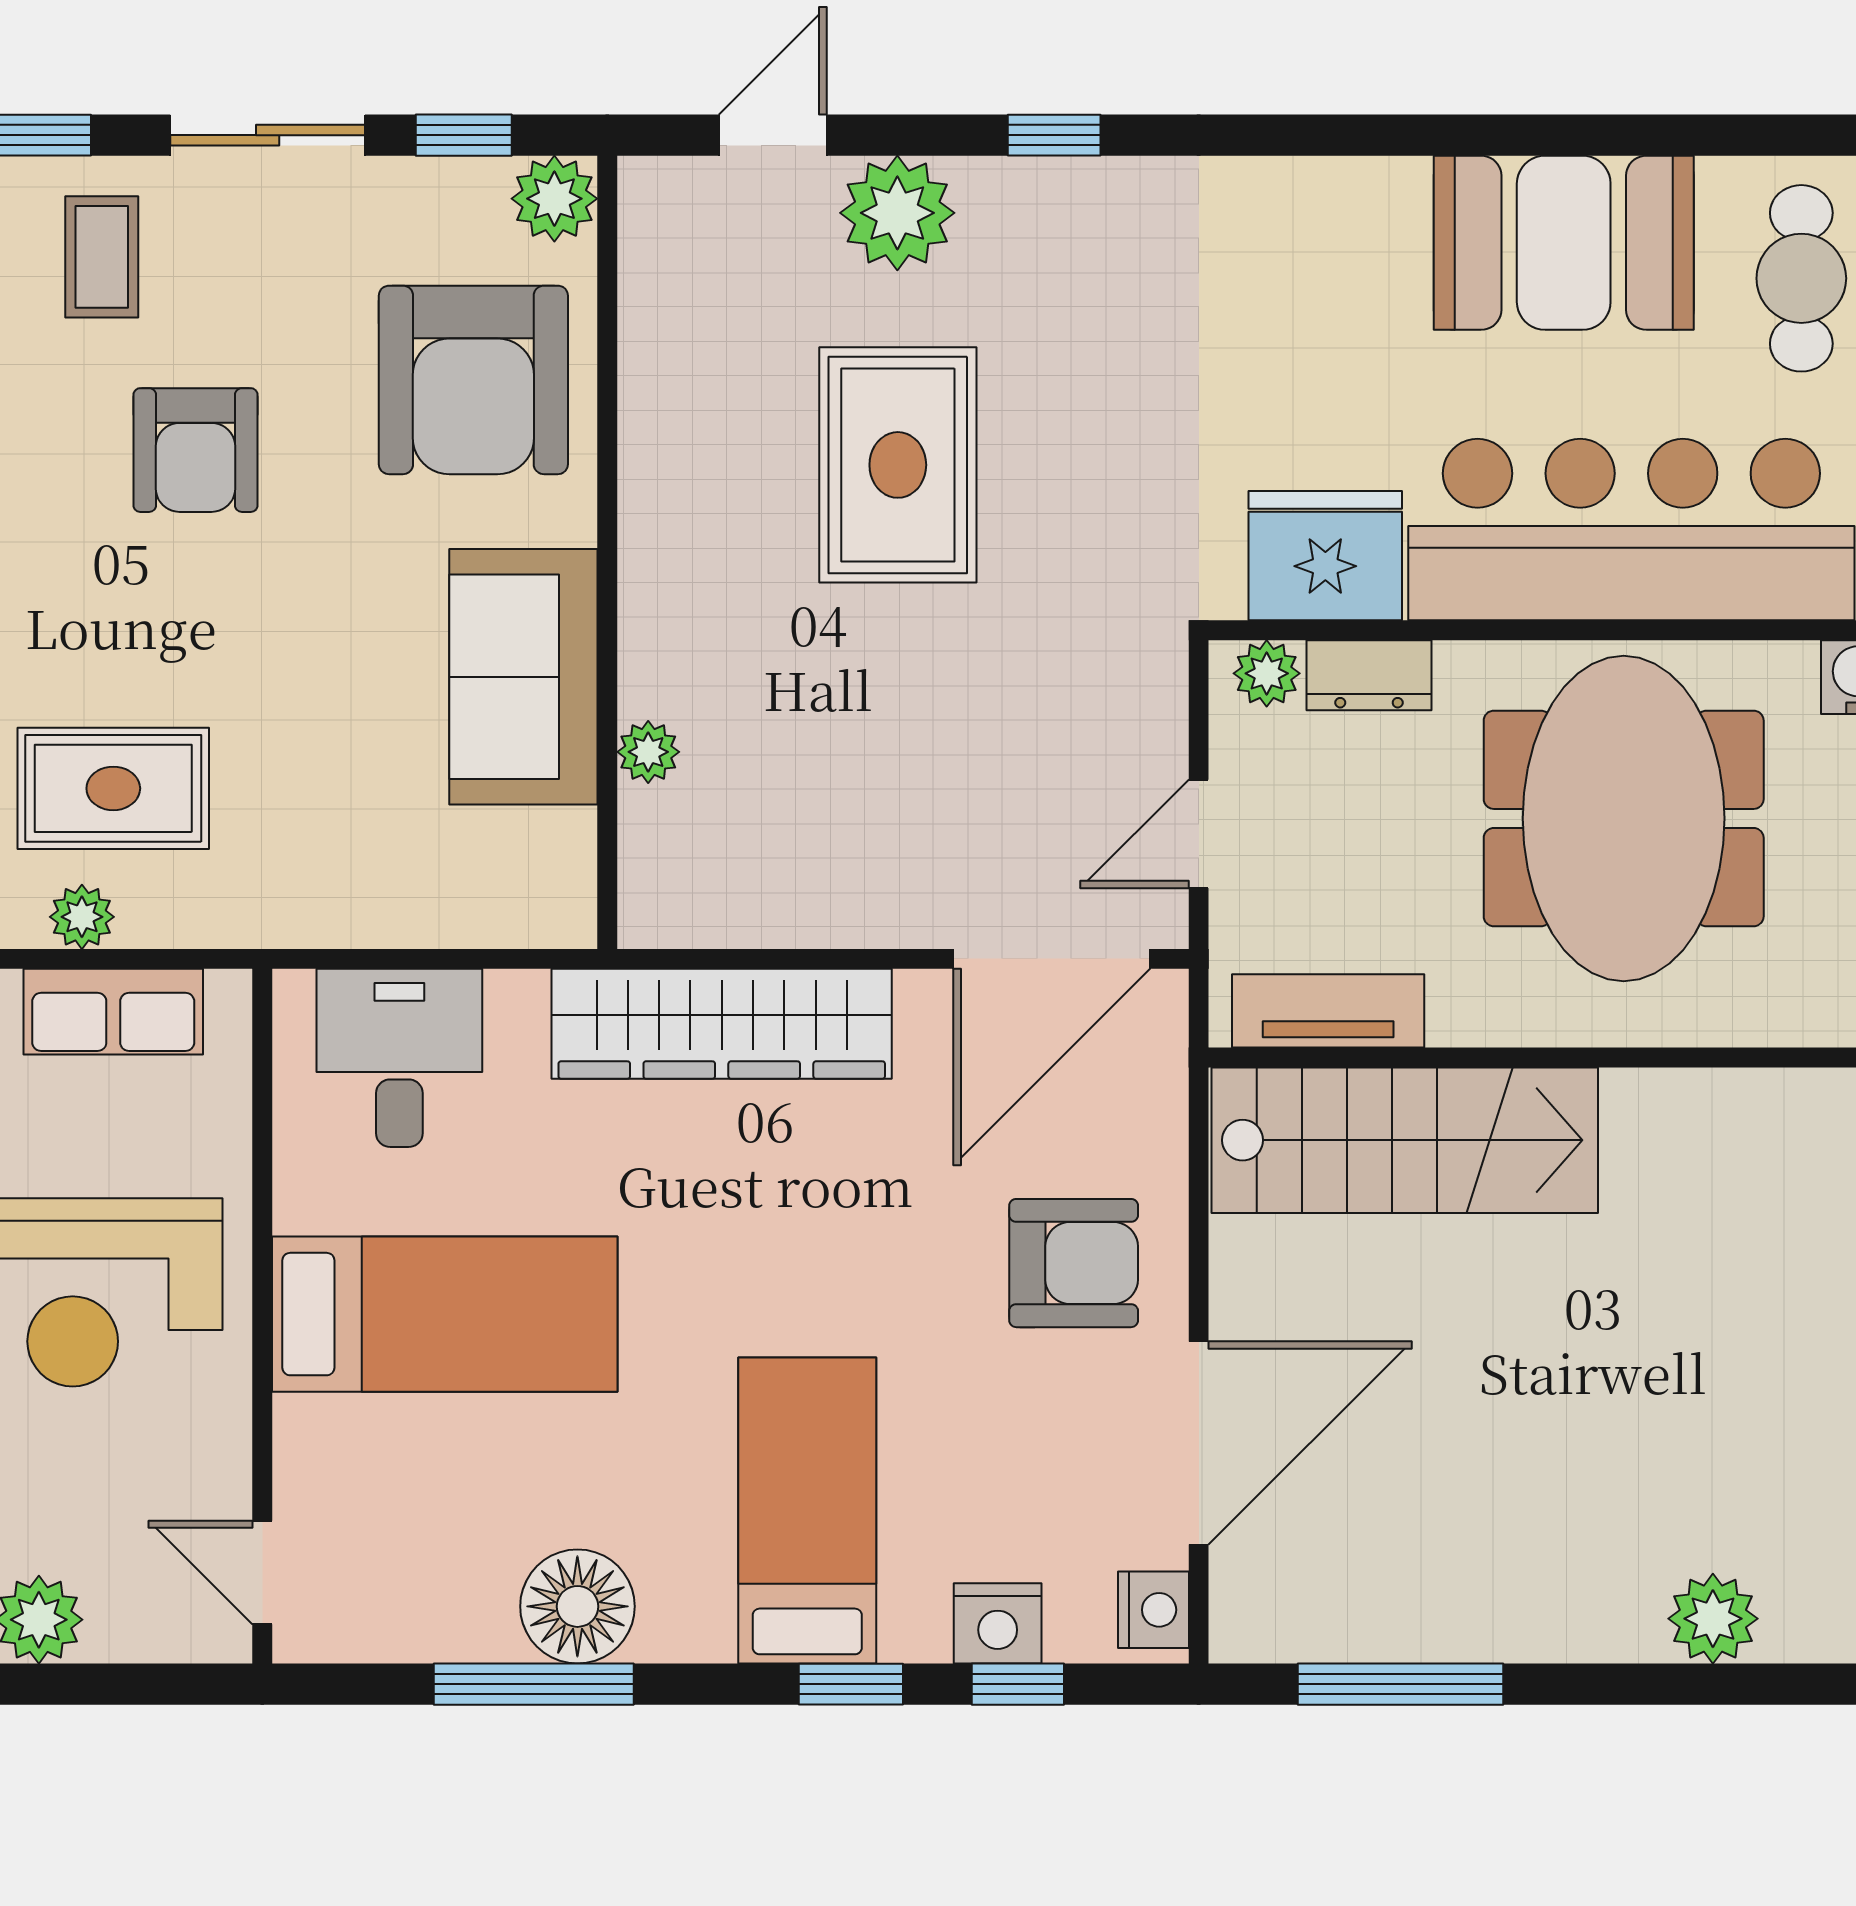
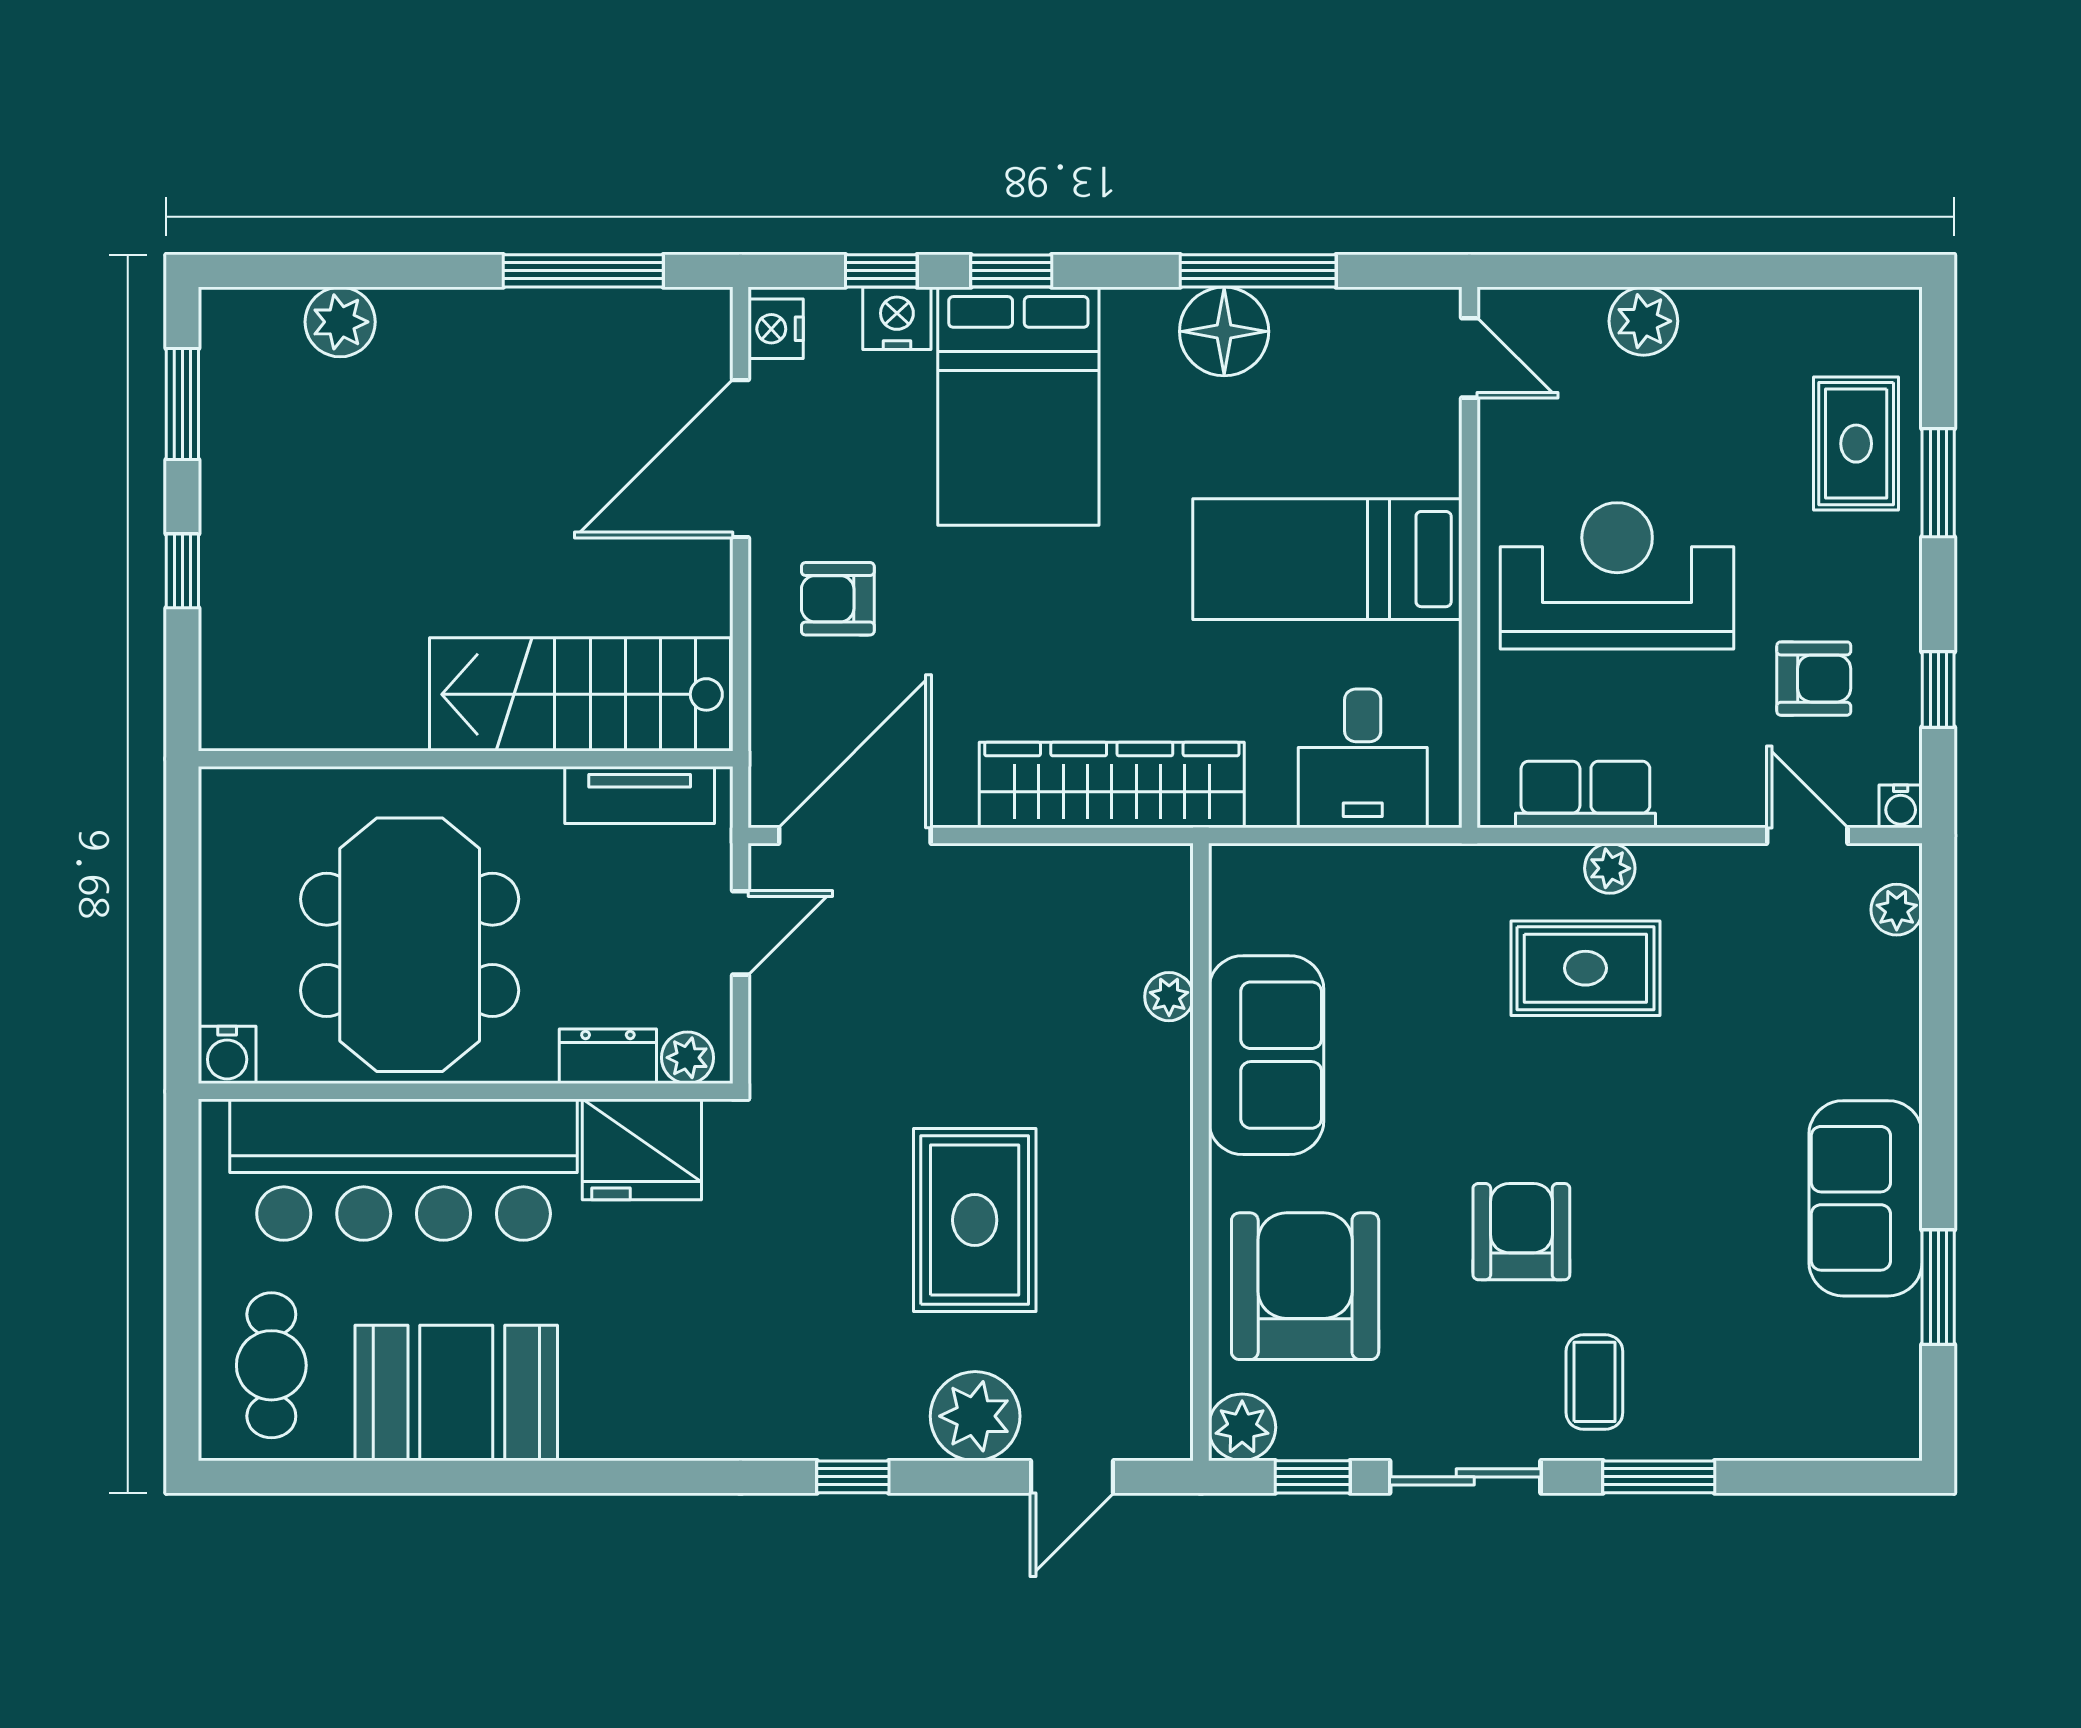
armchair: (1074, 1263) -> (838, 599), width x0.72, depth x0.72
bed: (807, 1510) -> (1018, 406), width x1.50

